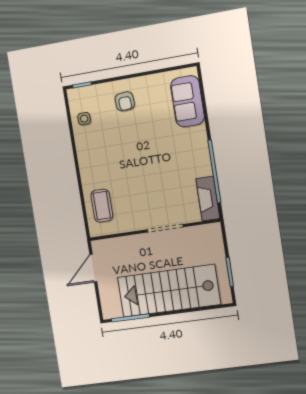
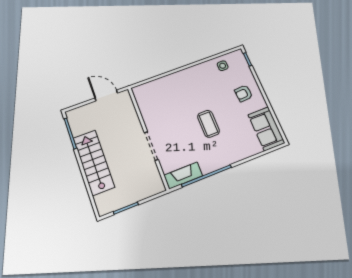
sofa: (188, 101) -> (266, 129), moved, turned -90
coffee table: (102, 206) -> (208, 124), moved, turned 90
stairs: (169, 291) -> (94, 162), width x0.73, depth x0.66

